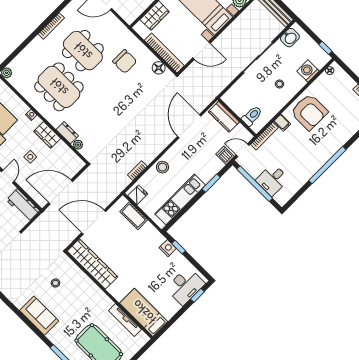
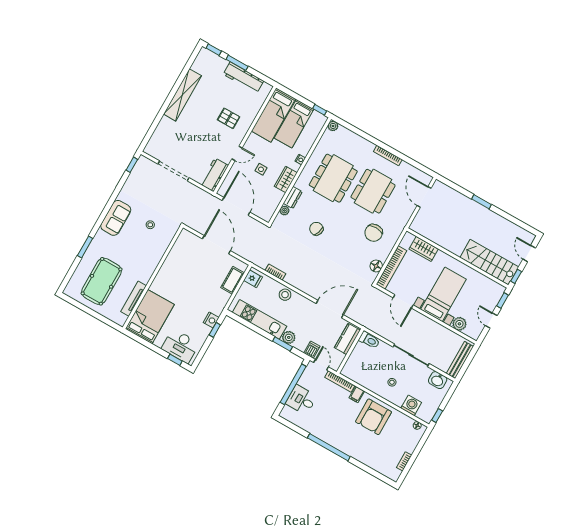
toilet: (252, 116) -> (369, 340), moved
chair: (105, 118) -> (316, 229), added
plant: (206, 175) -> (289, 337), added
wardrobe: (92, 264) -> (177, 254), removed
bed: (144, 312) -> (150, 317), width x1.50

